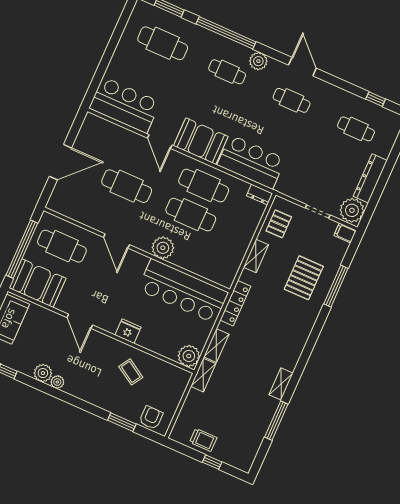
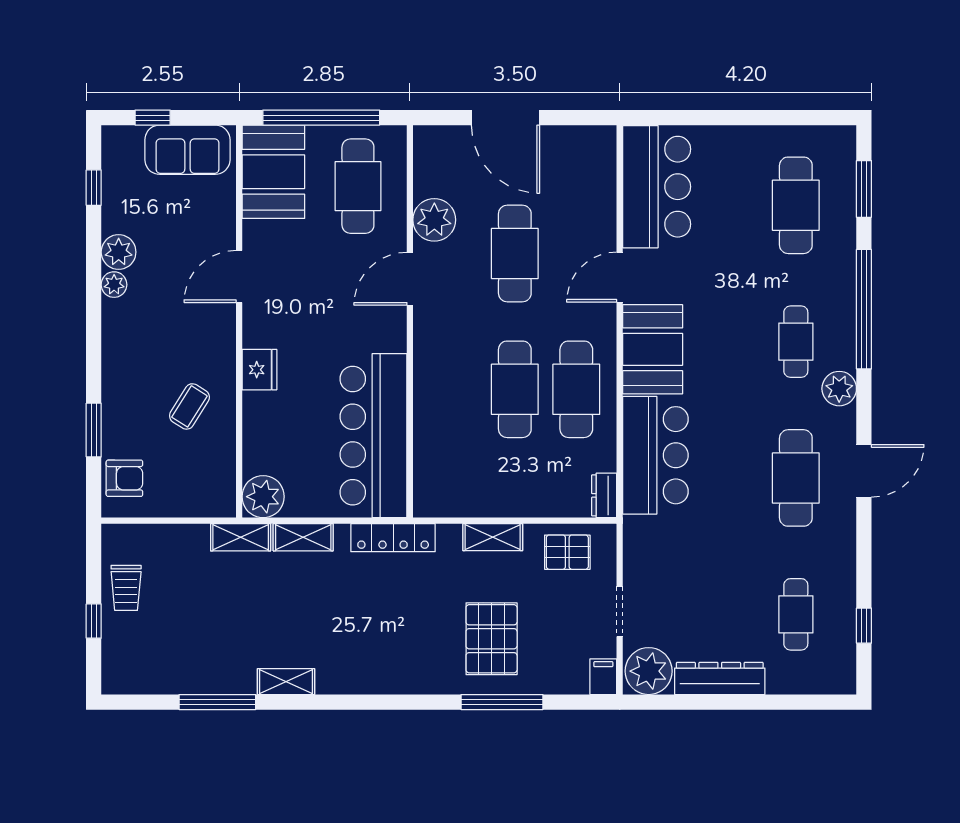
cafe table: (292, 100) -> (796, 478), width x1.37, depth x1.35
plant: (163, 248) -> (434, 220), moved
pallet: (304, 278) -> (492, 639), turned 90

